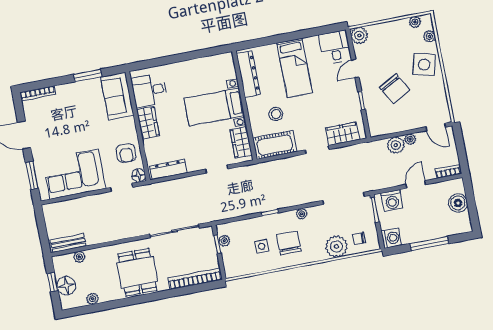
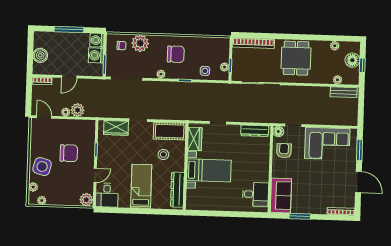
chair: (395, 89) -> (69, 153), turned 119
wardrobe: (148, 123) -> (262, 170), removed
washing machine: (392, 201) -> (96, 55), moved, turned -90
chair: (289, 243) -> (176, 54), turned -90
side table: (262, 246) -> (205, 71), moved

